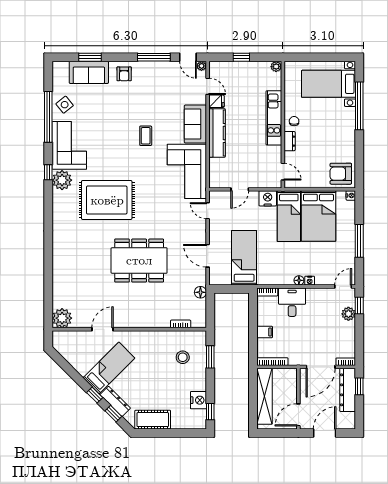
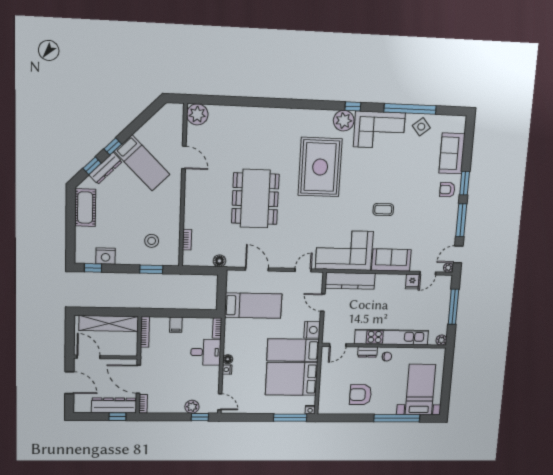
window: (90, 57) -> (465, 183), moved
window: (241, 57) -> (453, 307), width x2.17
kitchen unit: (274, 118) -> (391, 337), width x1.36
kitchen counter: (217, 133) -> (350, 281), moved
armchair: (341, 174) -> (361, 395), moved, turned -90
window: (359, 241) -> (290, 418), moved
door: (208, 256) -> (257, 269), hinge flipped

